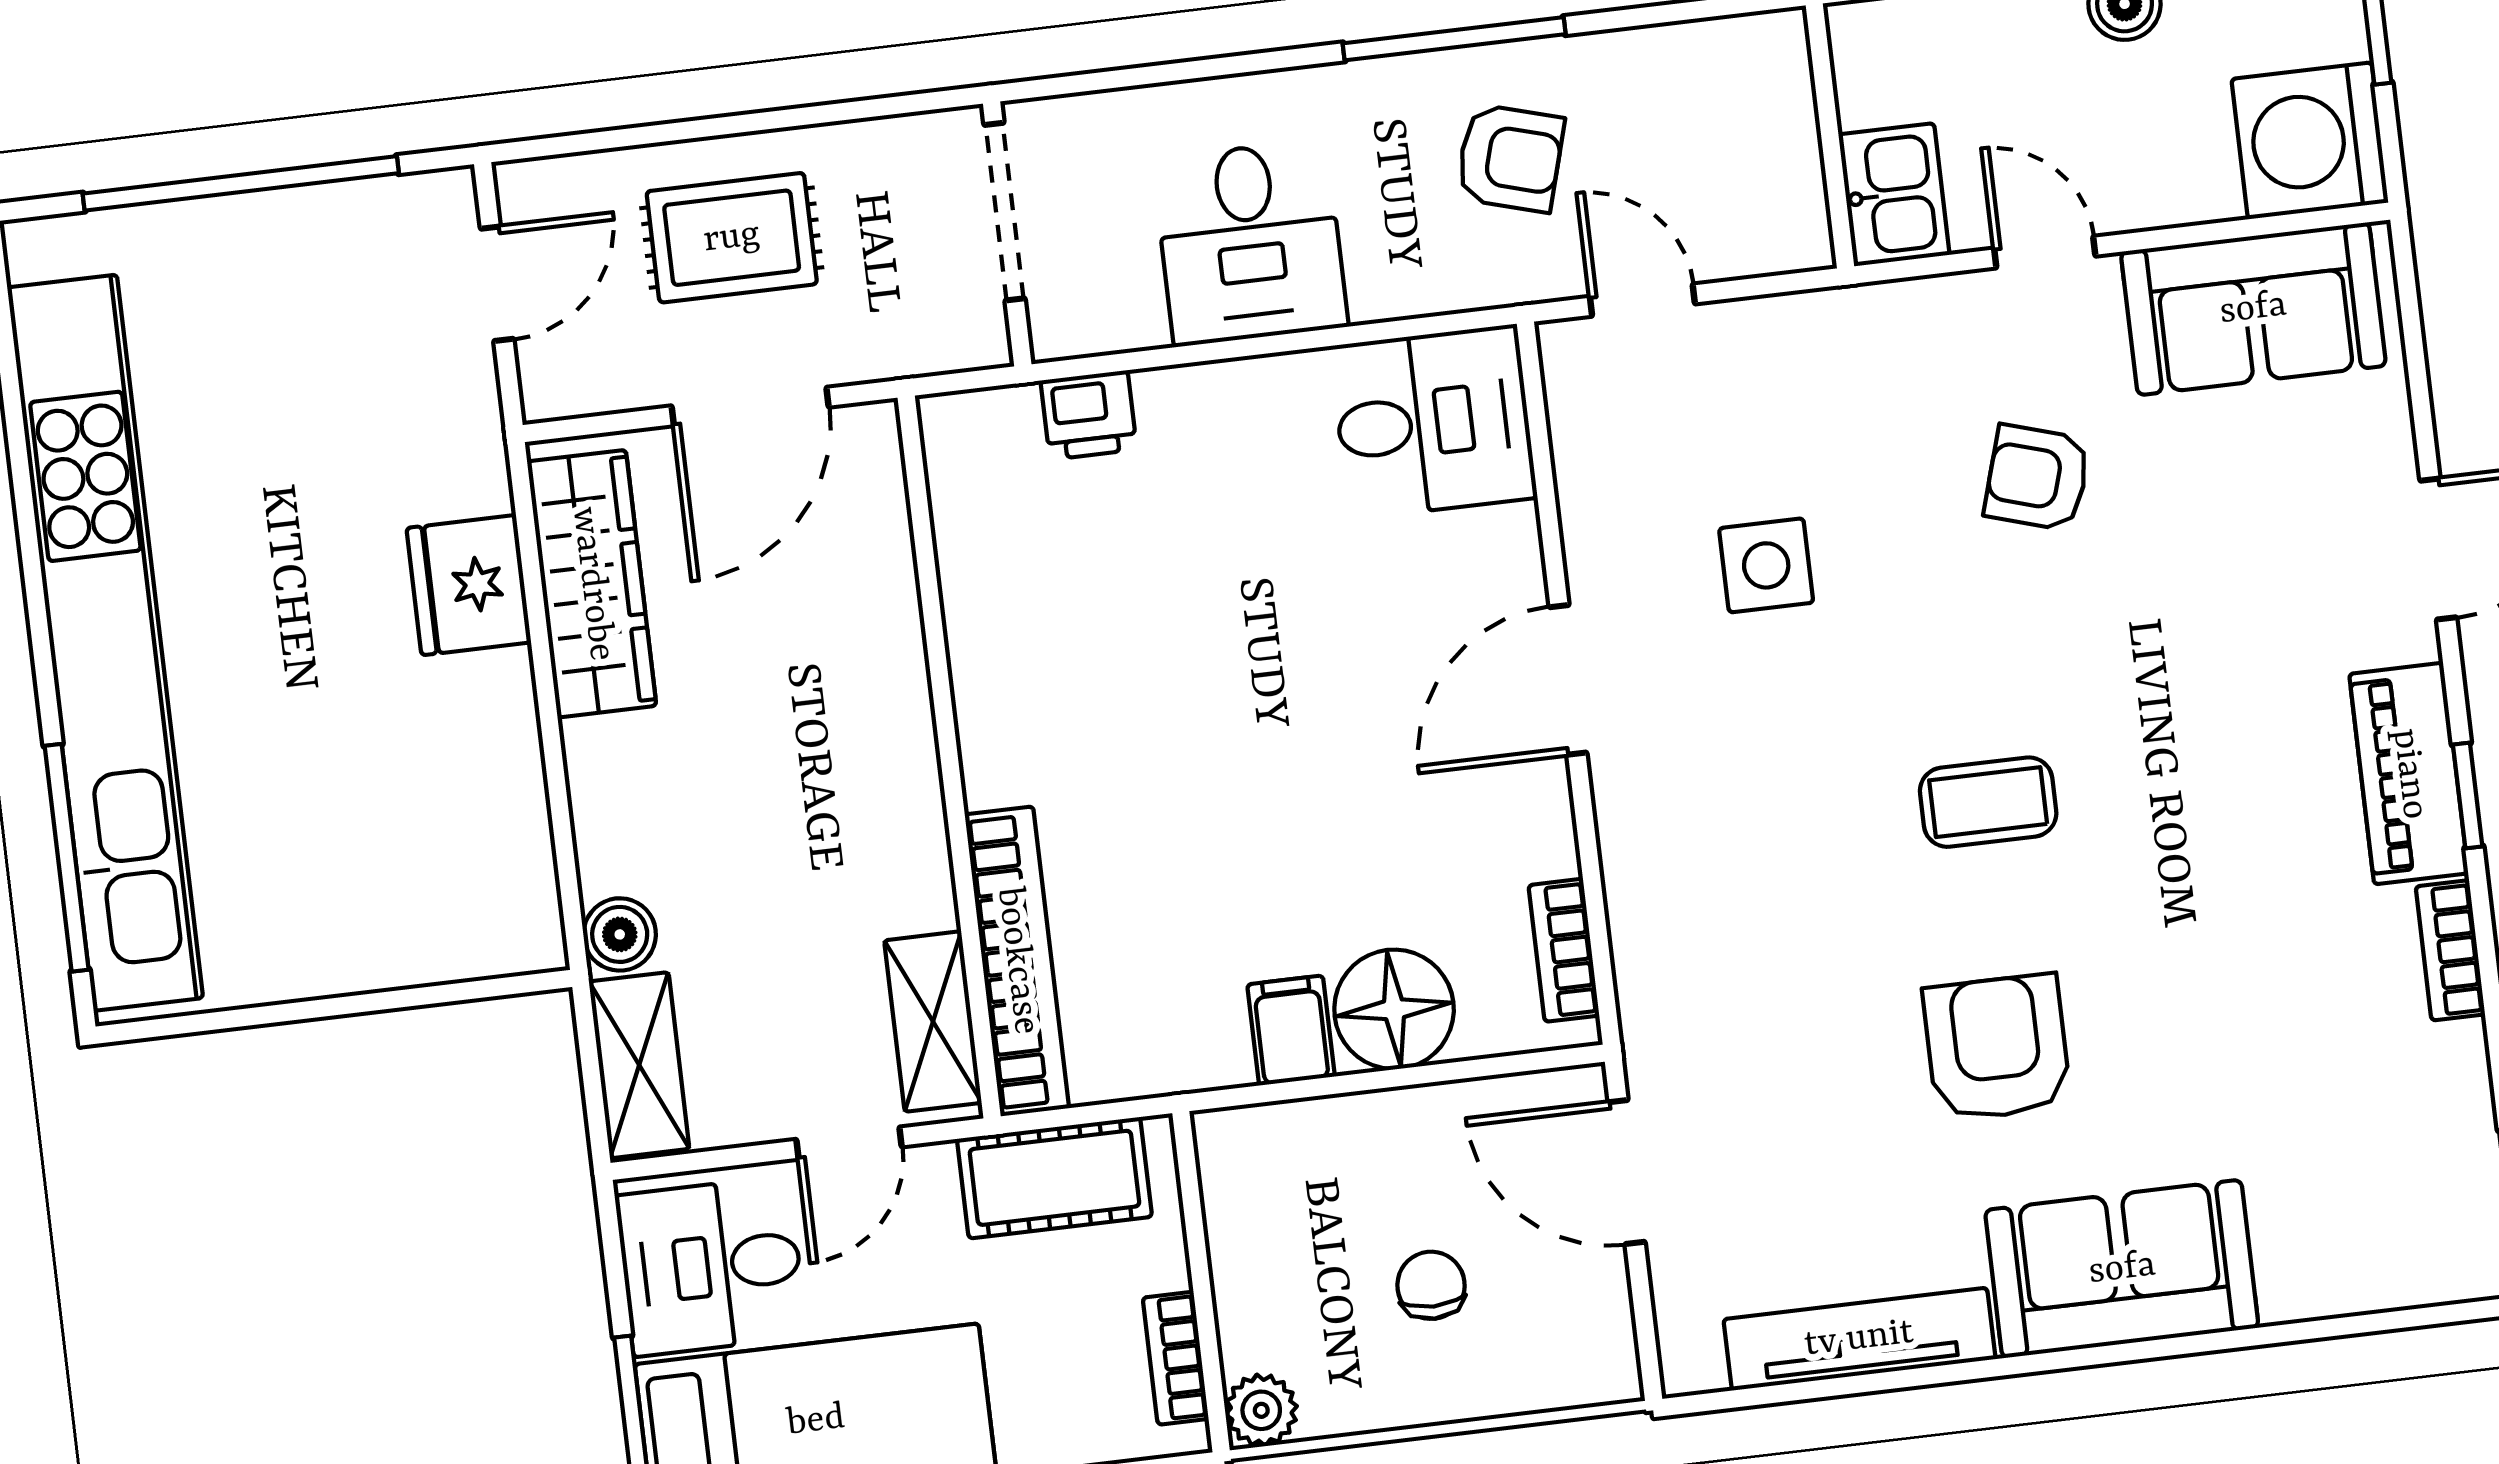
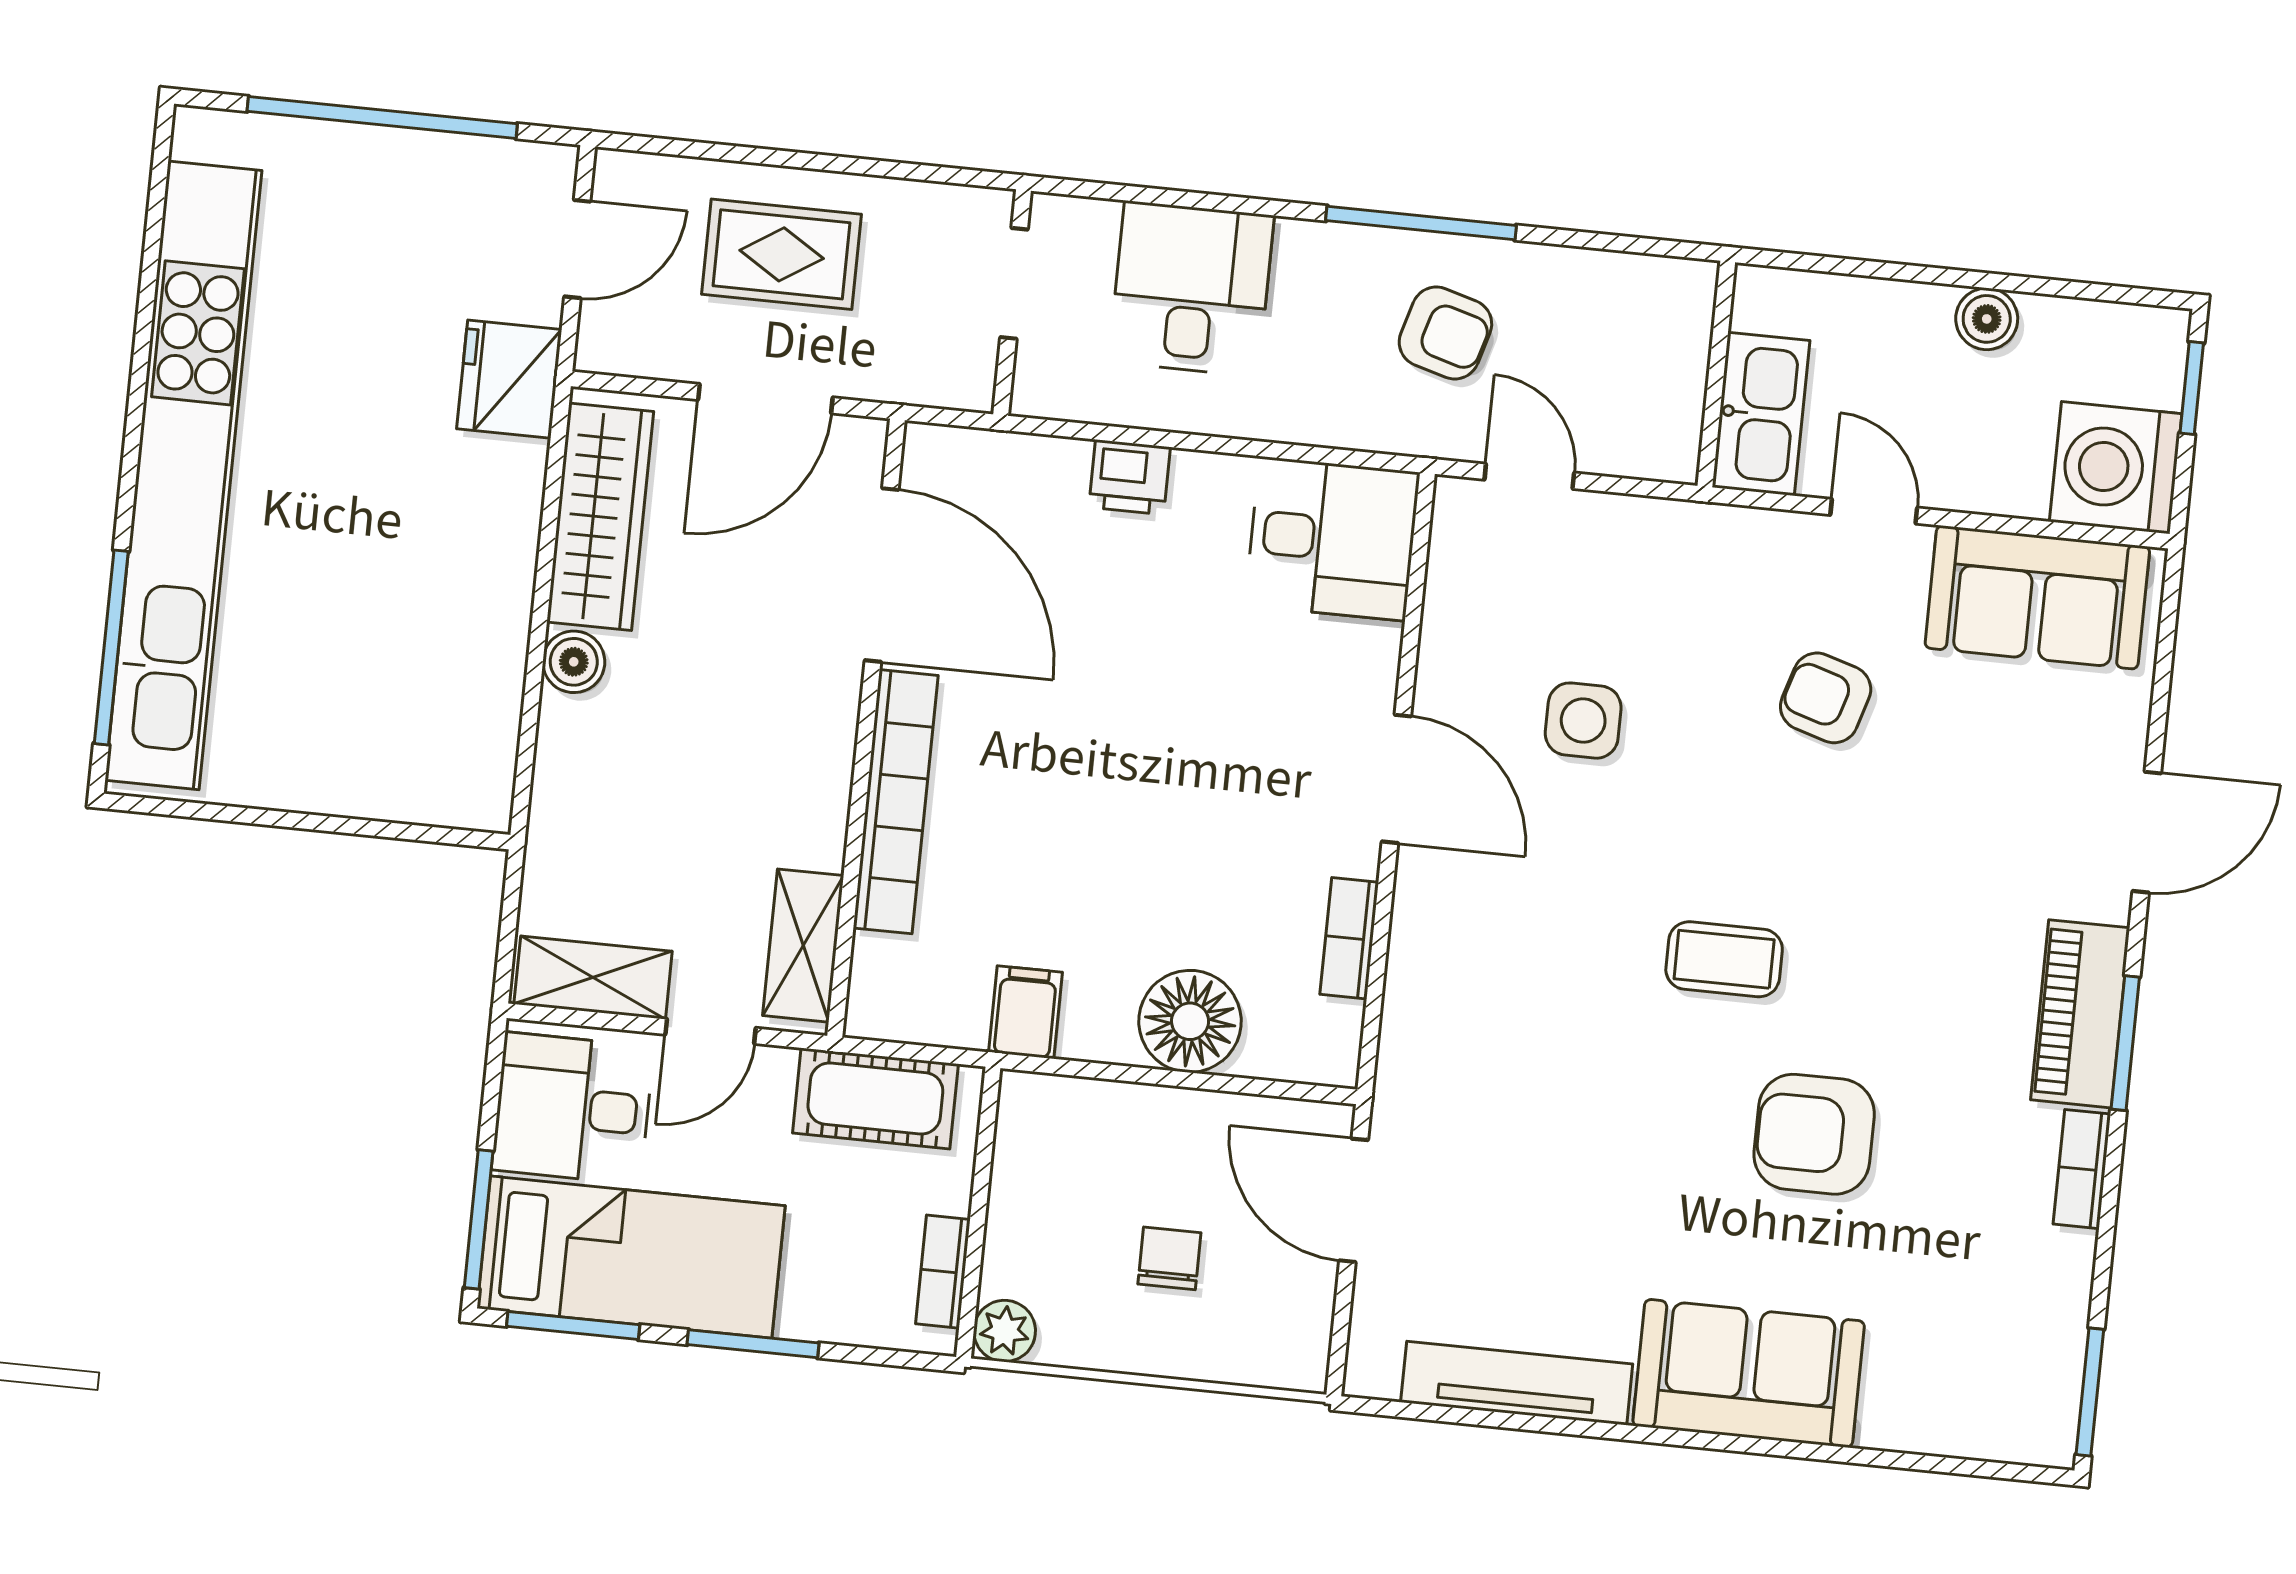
kitchen sink: (1894, 195) -> (1761, 414), width x1.38
doorway: (1005, 212) -> (1014, 283), width x0.73
desk: (1250, 243) -> (1191, 289), moved, turned 180
printer: (1089, 415) -> (1130, 477), moved
door: (928, 578) -> (882, 575), added
fridge: (469, 585) -> (509, 379), moved
door: (1568, 680) -> (1396, 779), swing flipped
window: (2468, 795) -> (2125, 1043), width x1.50
boiler: (620, 934) -> (574, 662), moved
bookcase: (1564, 950) -> (1349, 938), moved
bookcase: (1017, 961) -> (896, 802), moved
filing cabinet: (1291, 1031) -> (1026, 1012), moved
armchair: (1997, 1048) -> (1814, 1134), moved, turned -90
shelving: (639, 1065) -> (593, 978), moved, turned 90

